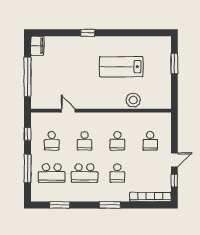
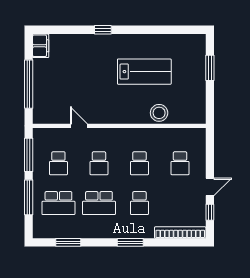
lab bench: (121, 67) -> (144, 72), turned 180
window: (28, 134) -> (29, 155), width x2.17

